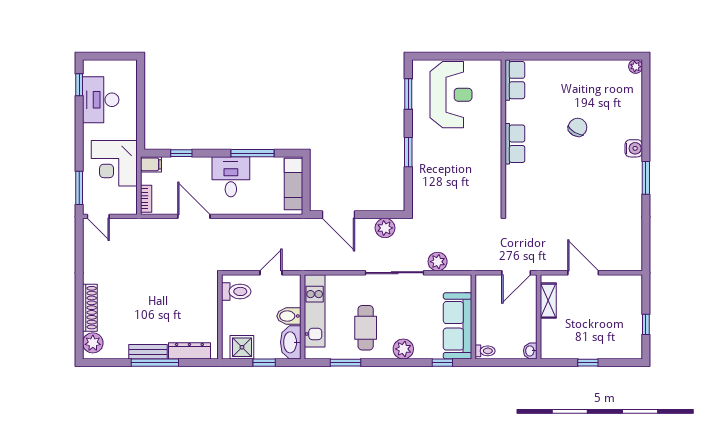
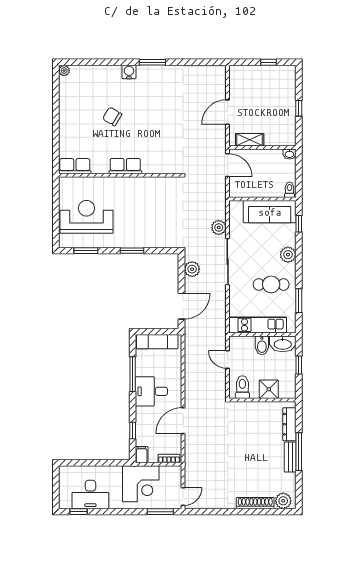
shower: (242, 347) -> (269, 389), moved

